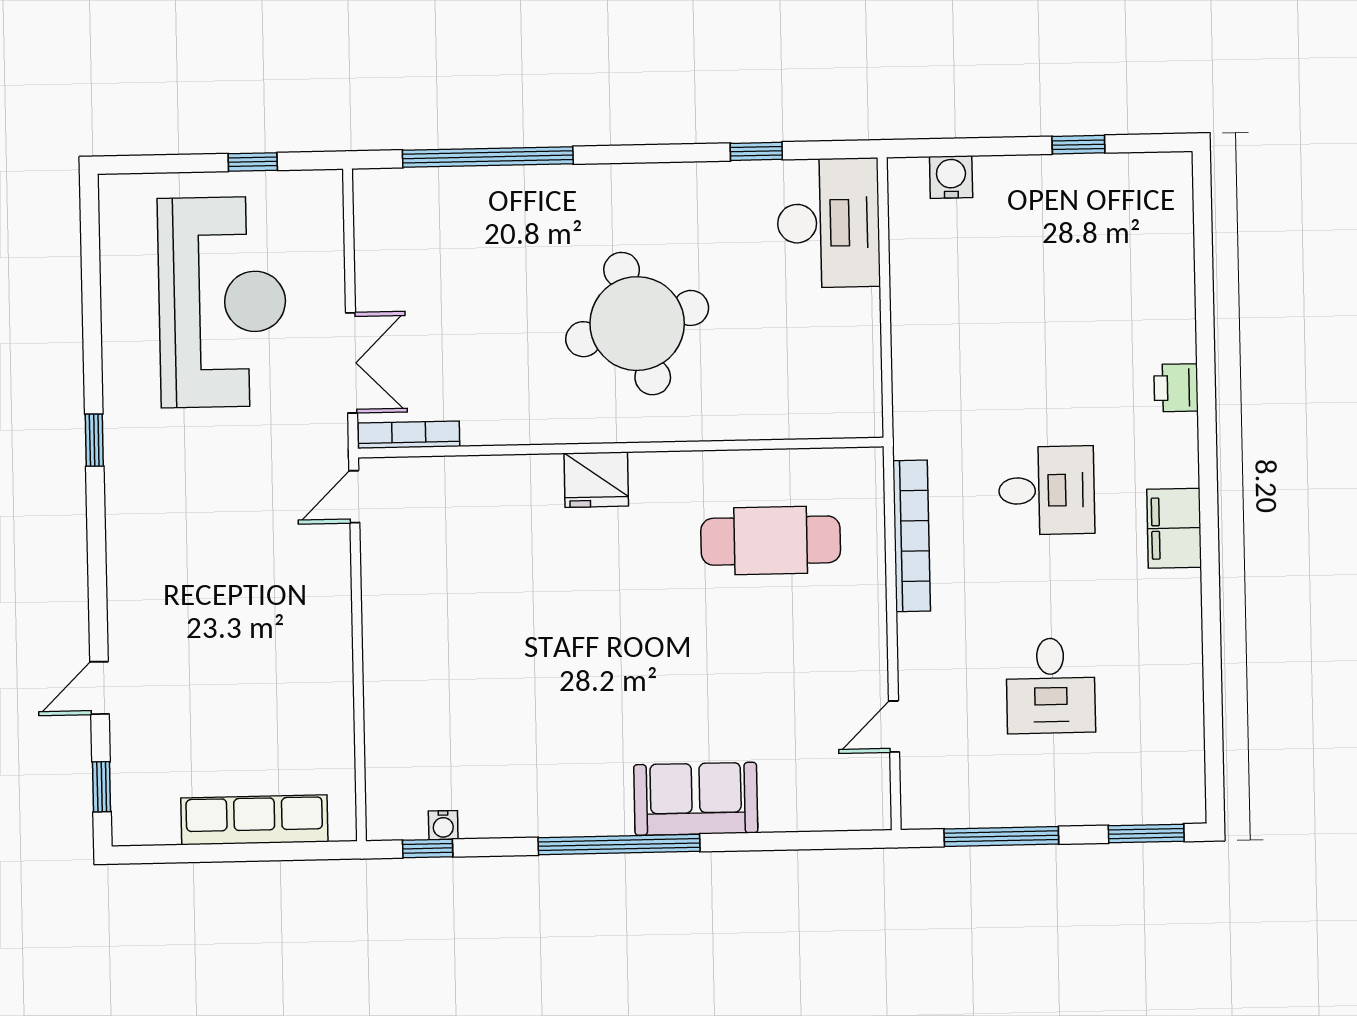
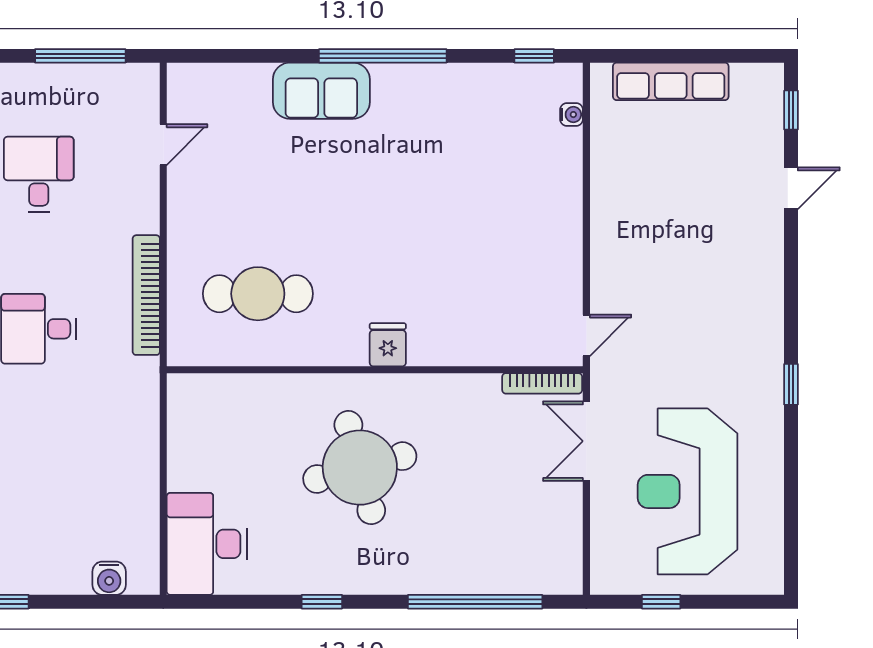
window: (756, 151) -> (322, 602), moved
fridge: (596, 480) -> (388, 345), width x0.72
water cooler: (443, 825) -> (572, 115), moved, turned 90

